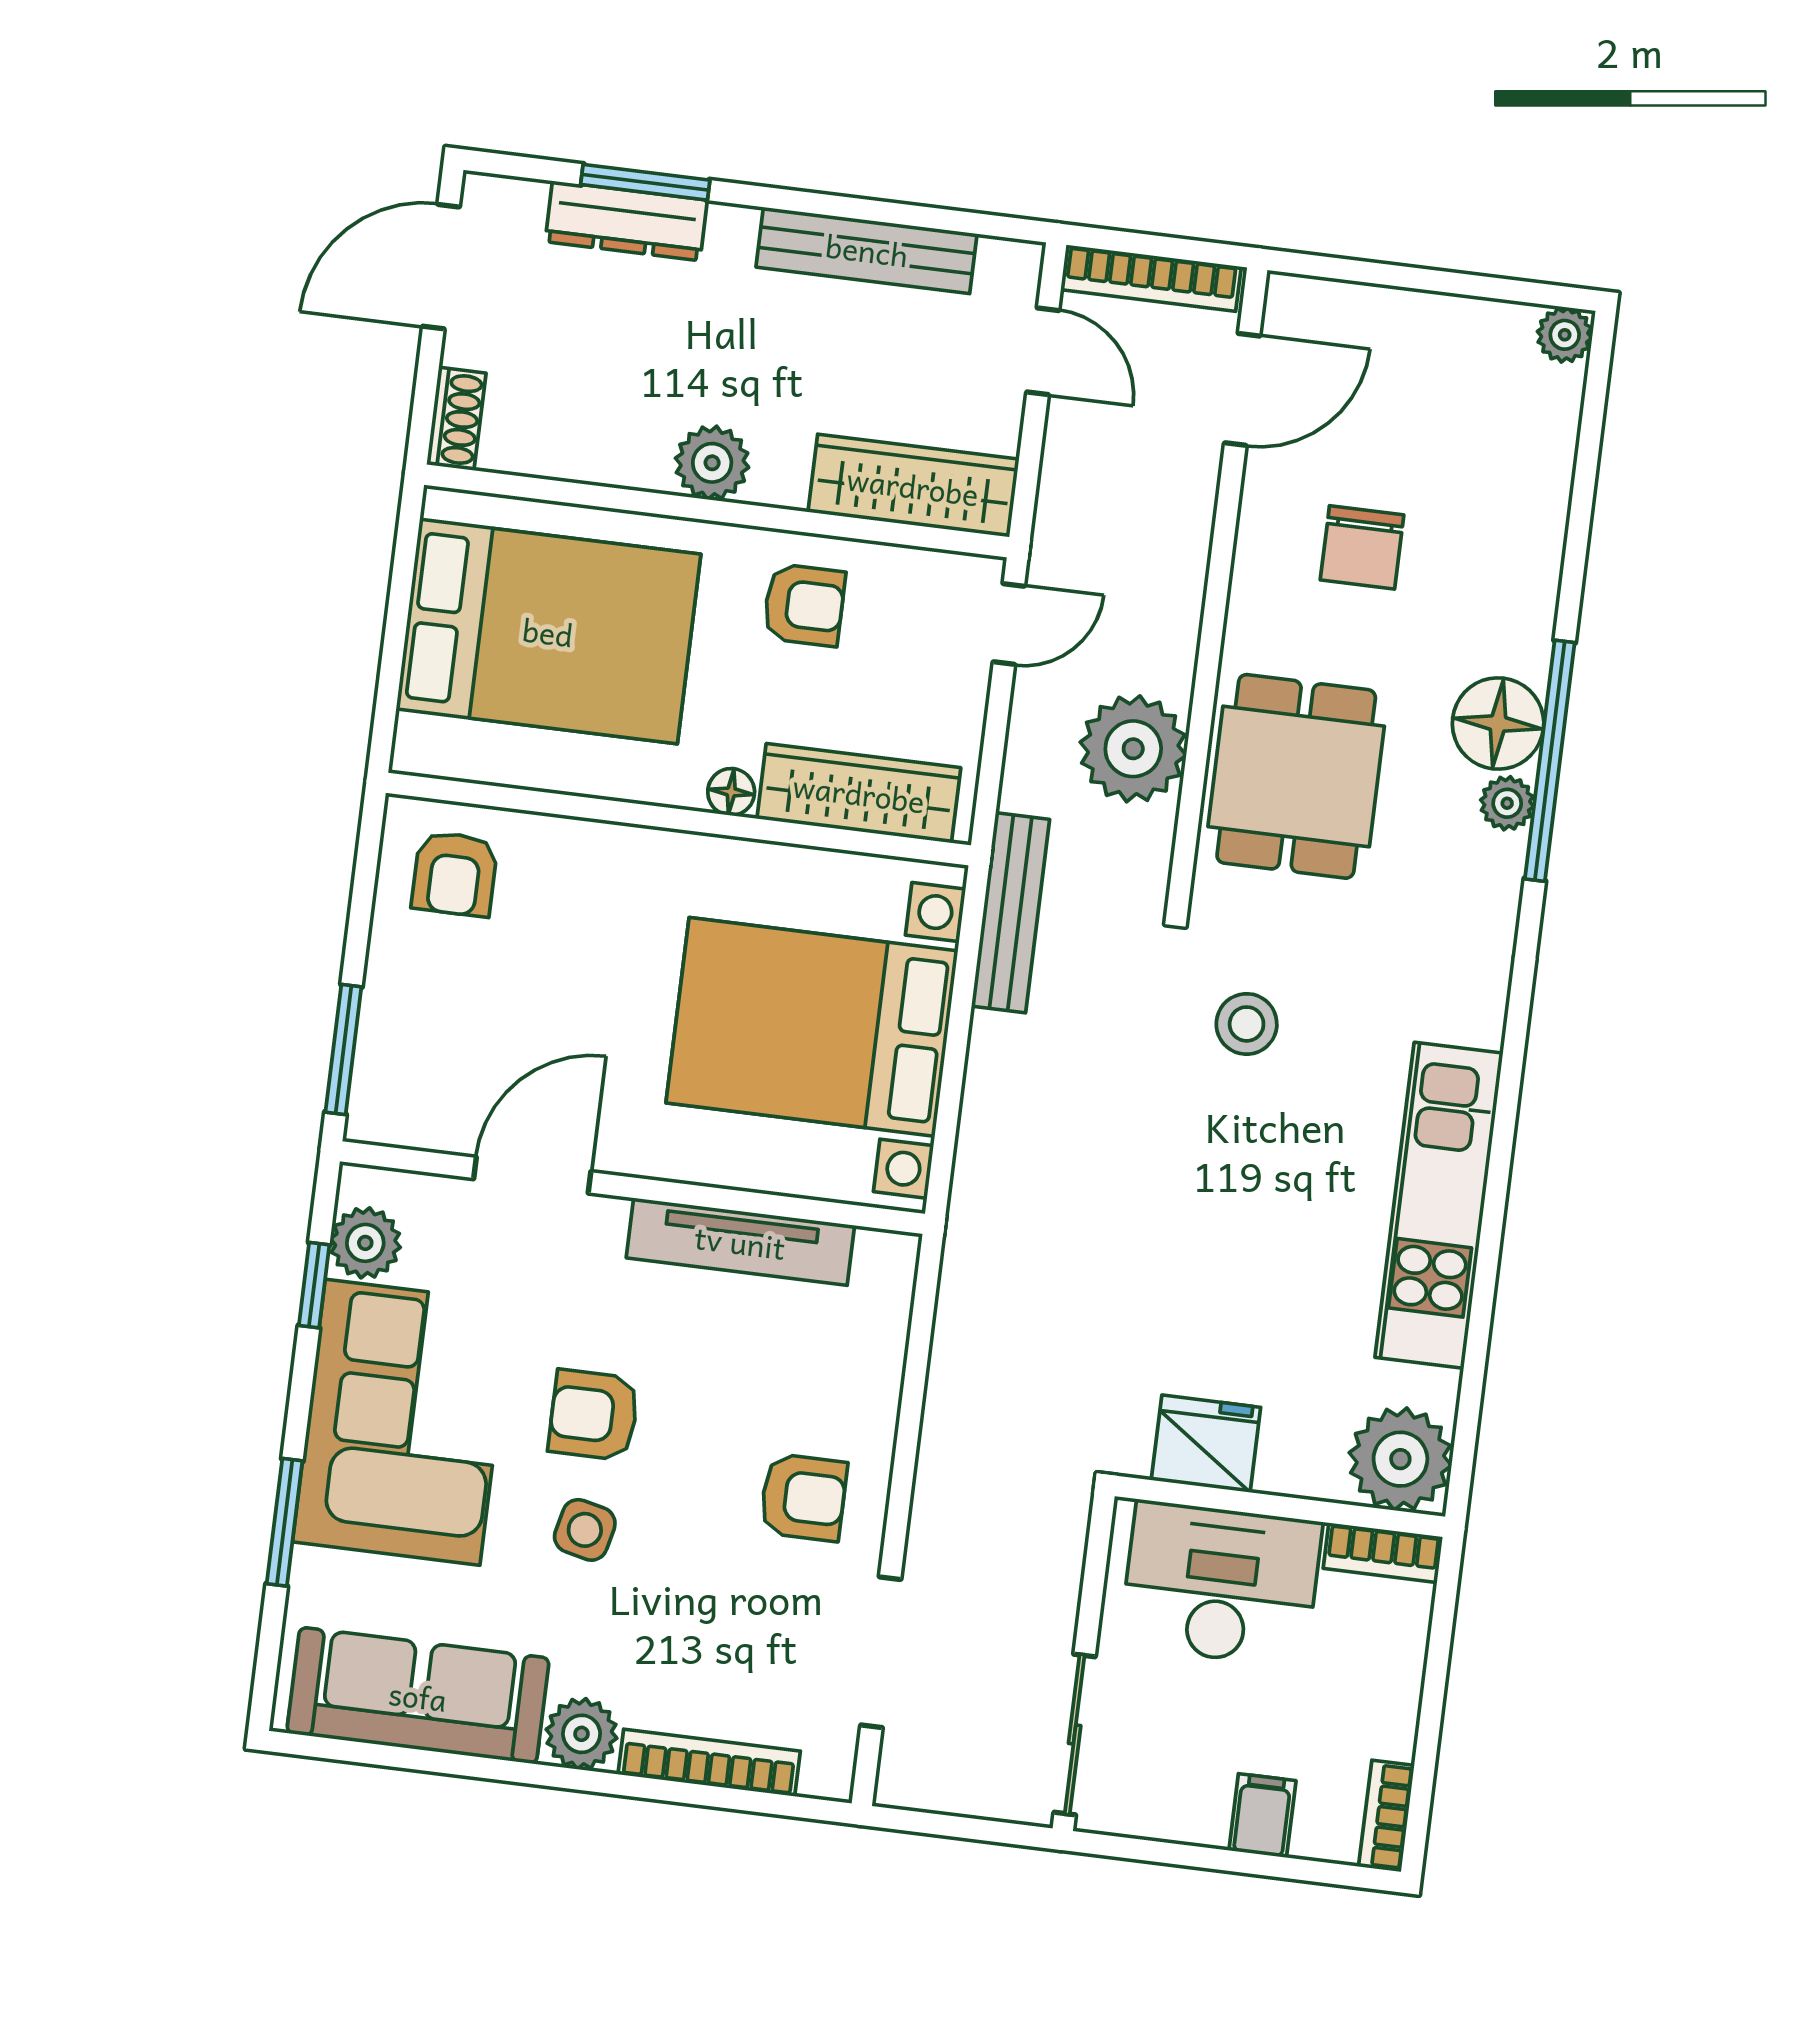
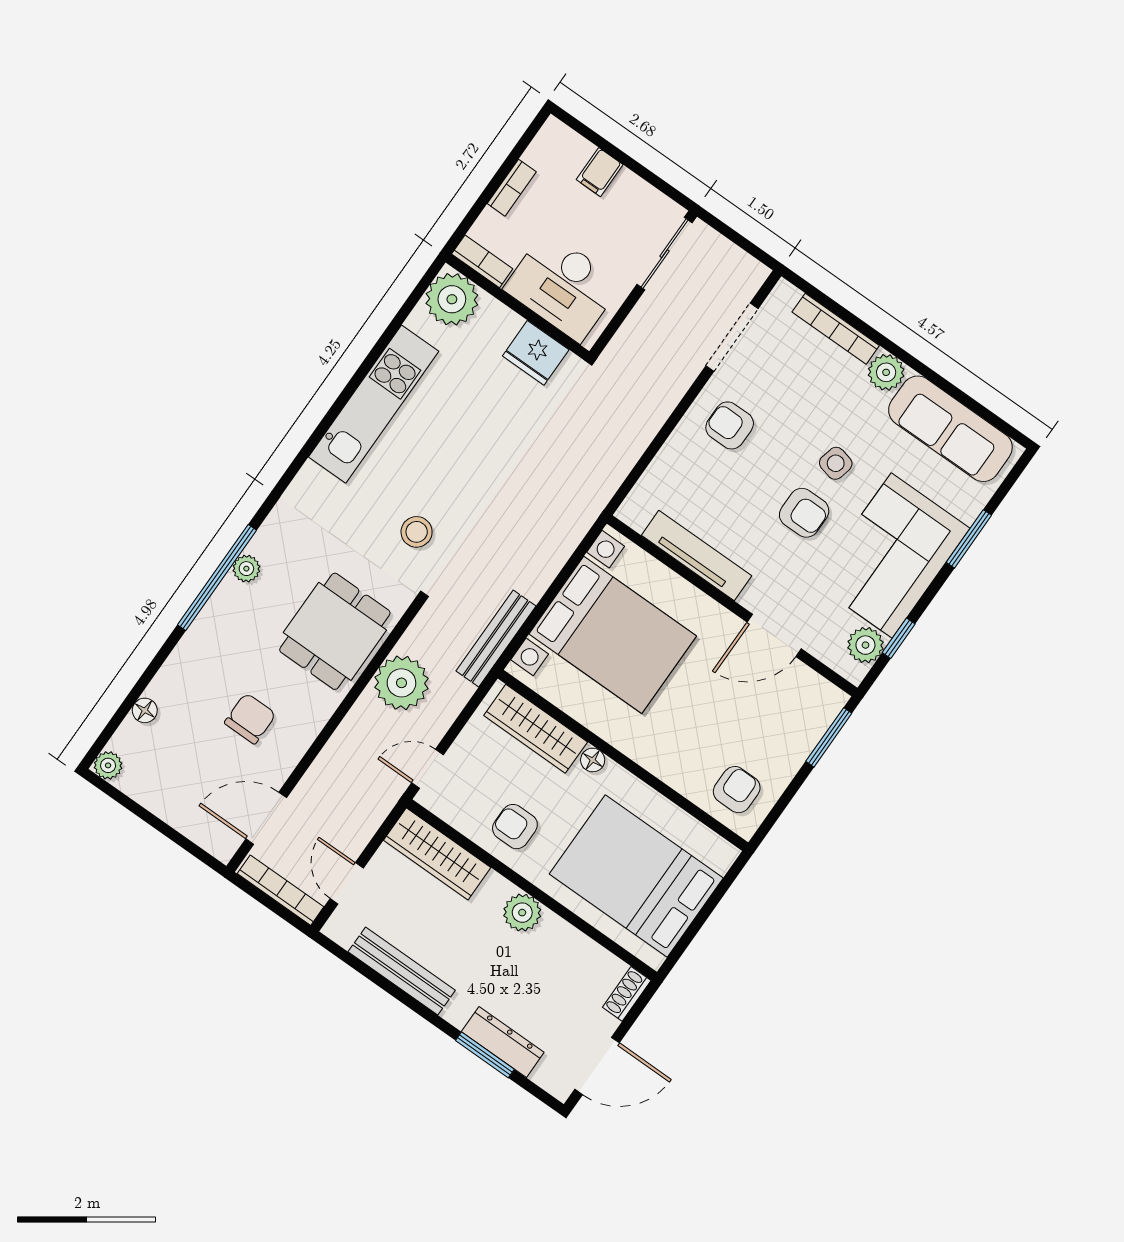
floor lamp: (1498, 723) -> (145, 710), moved, width x0.53, depth x0.53
bookcase: (1386, 1816) -> (512, 188), moved

